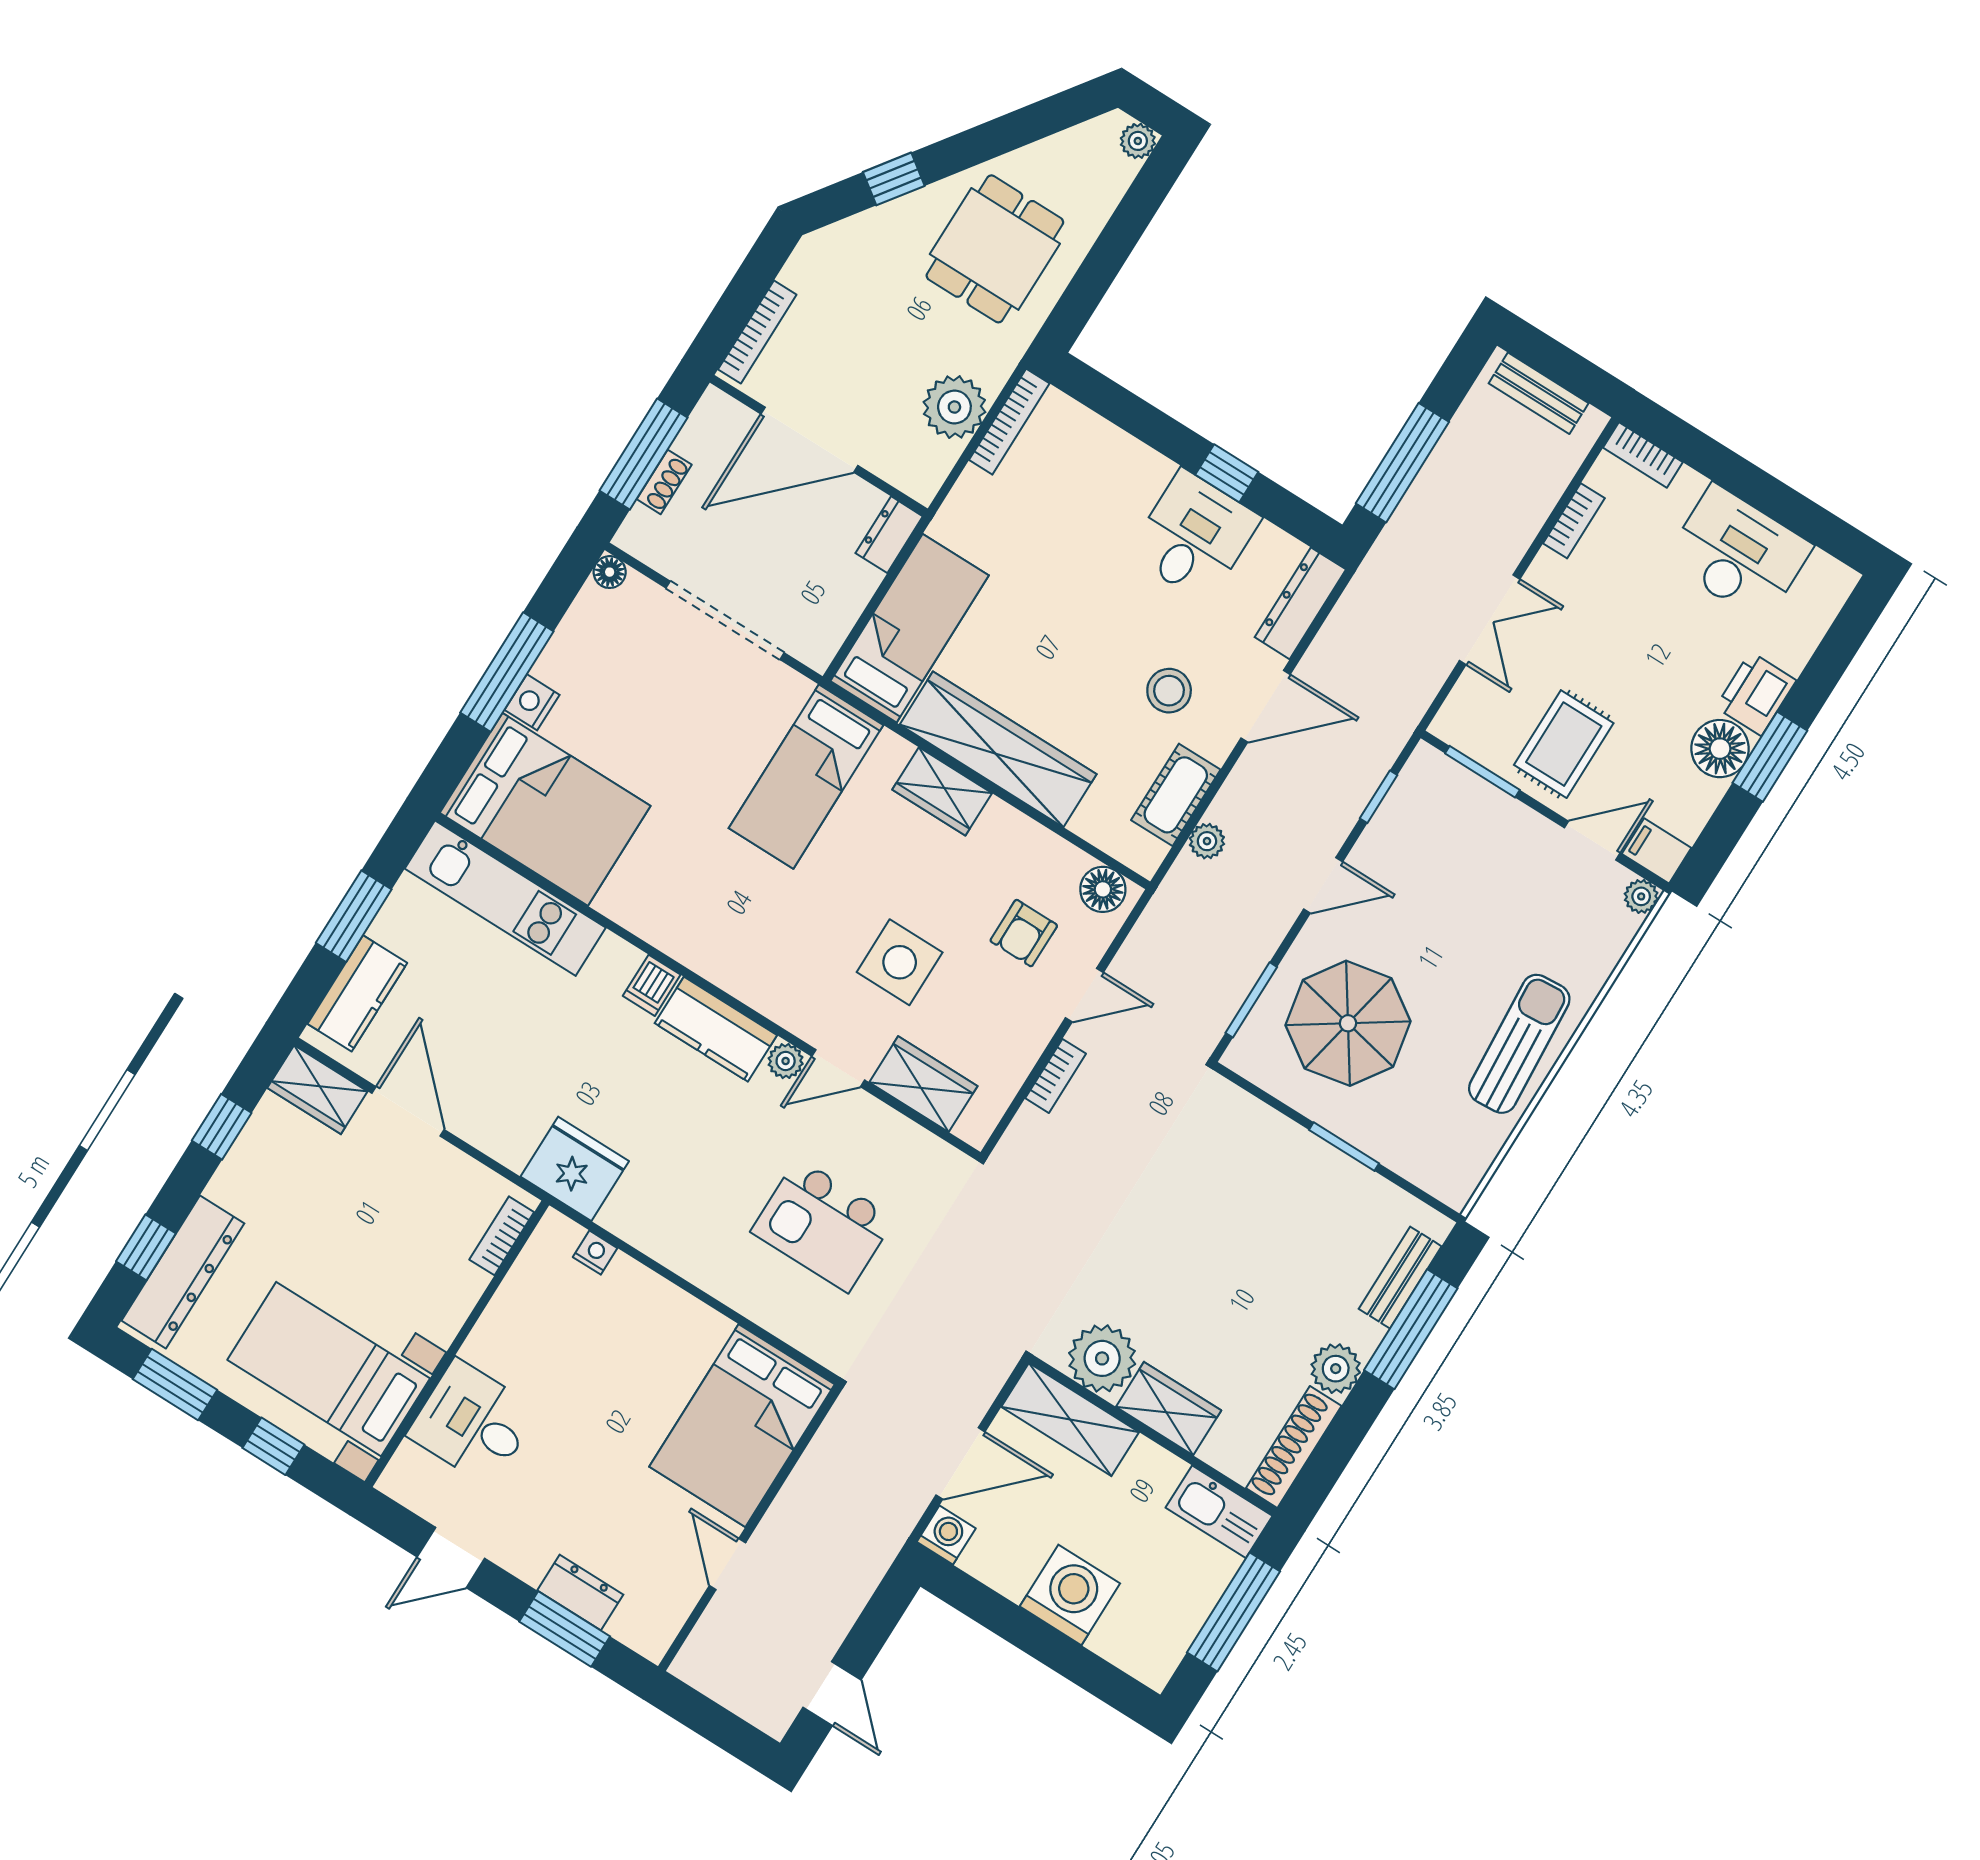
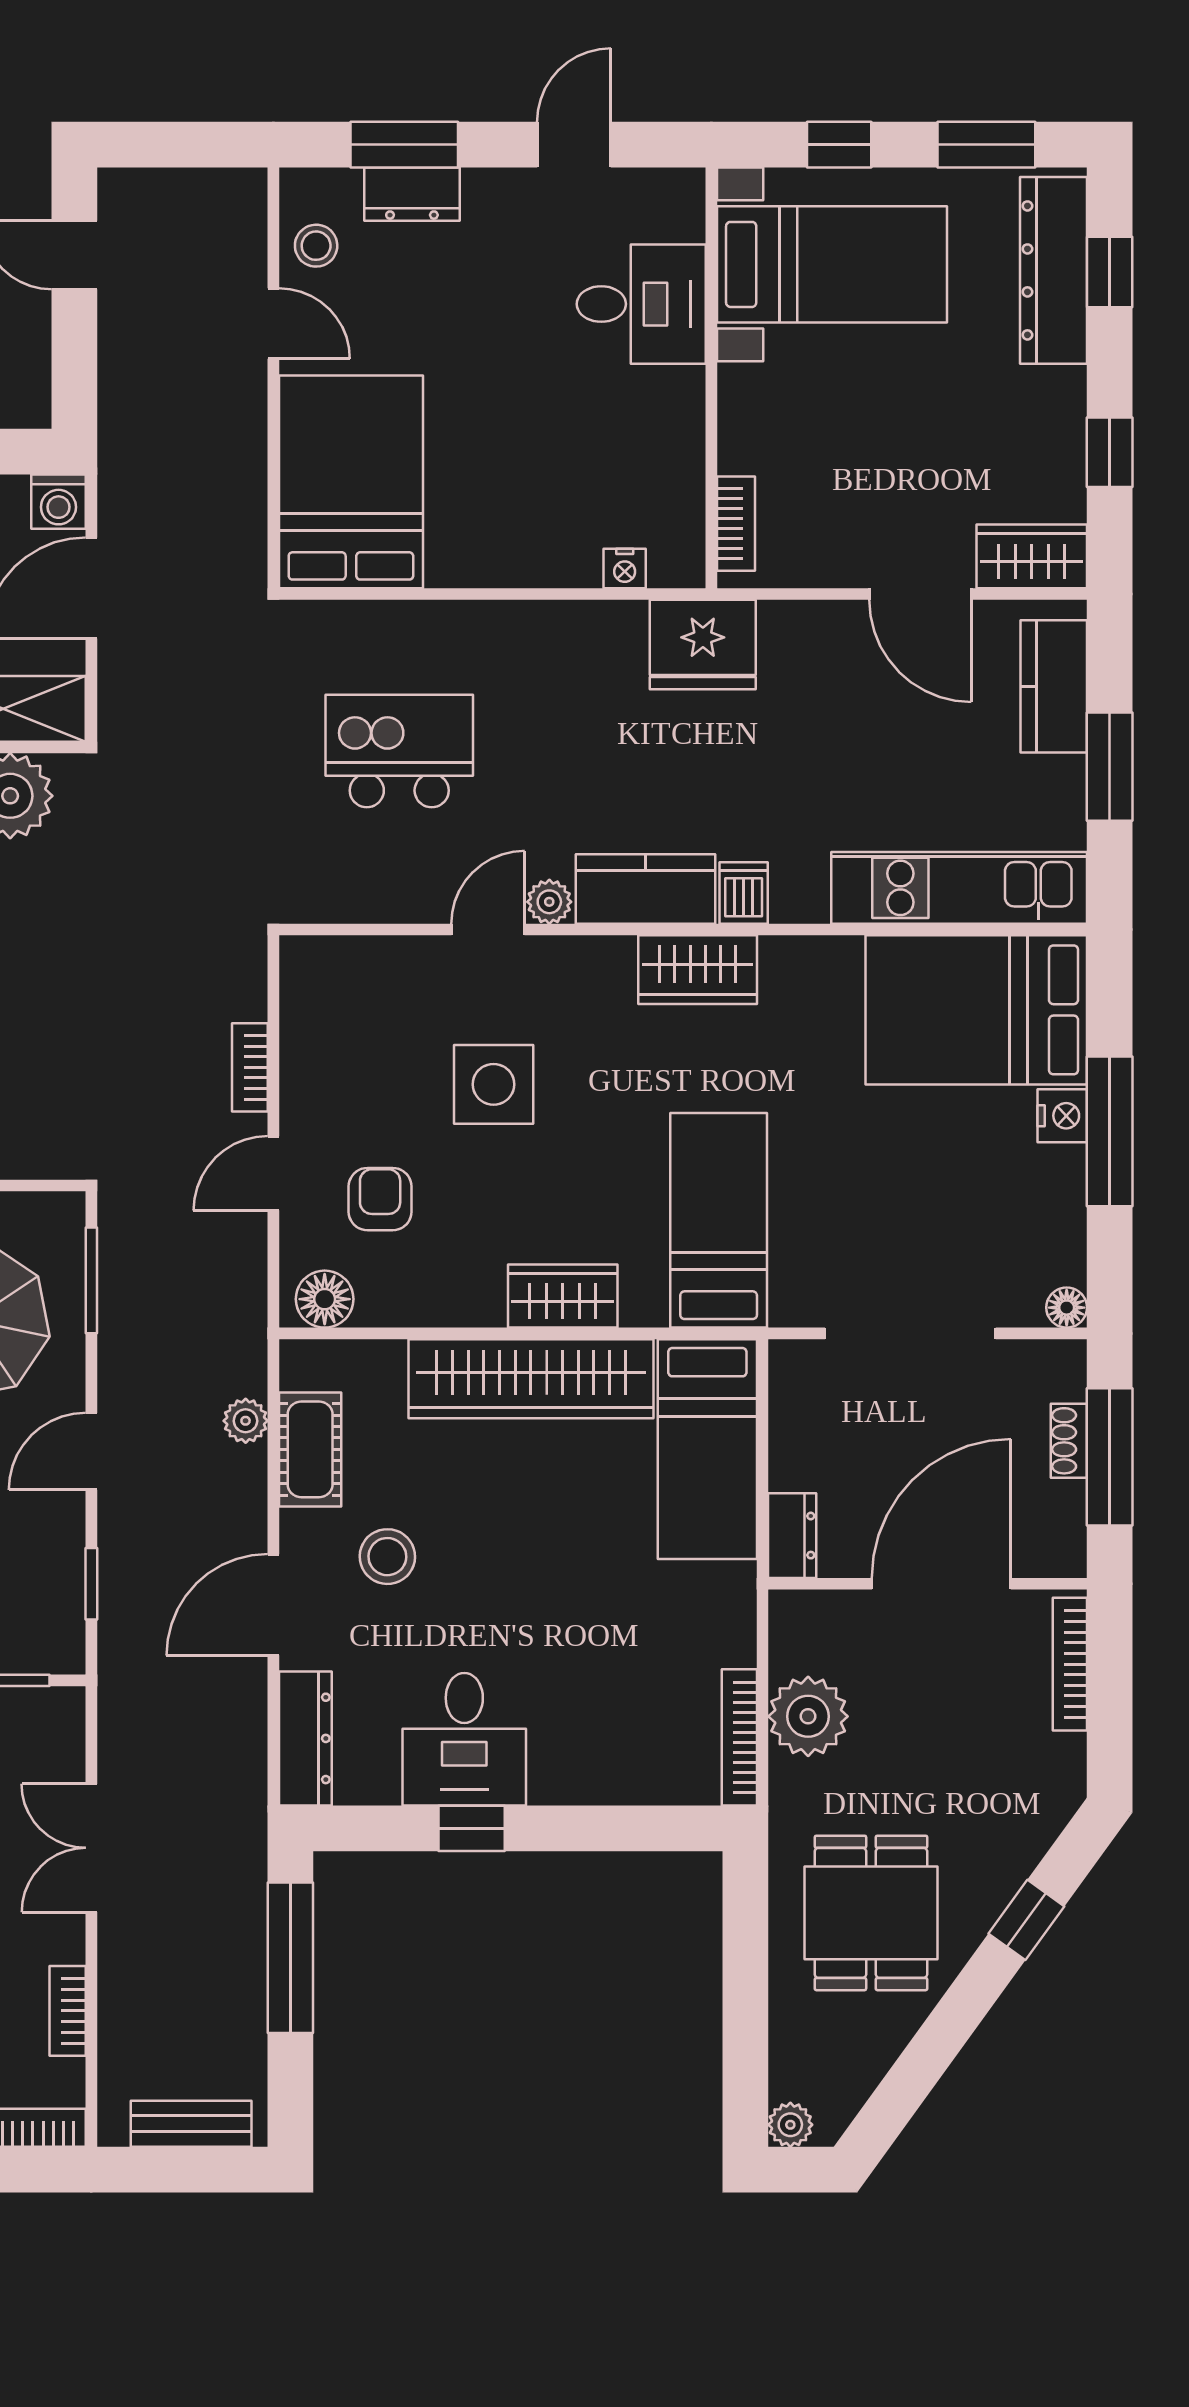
wardrobe: (923, 1084) -> (698, 970), moved
stool: (666, 1598) -> (316, 246), added

